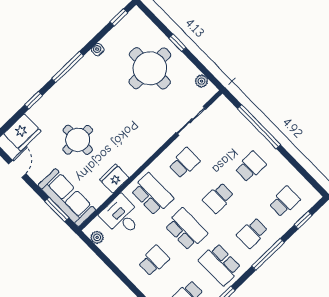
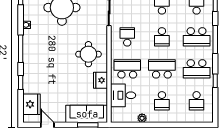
round table: (78, 140) -> (88, 54), moved
school desk: (252, 233) -> (197, 37), width x1.85
plant: (97, 237) -> (142, 118), moved
school desk: (154, 261) -> (162, 101), turned 180

